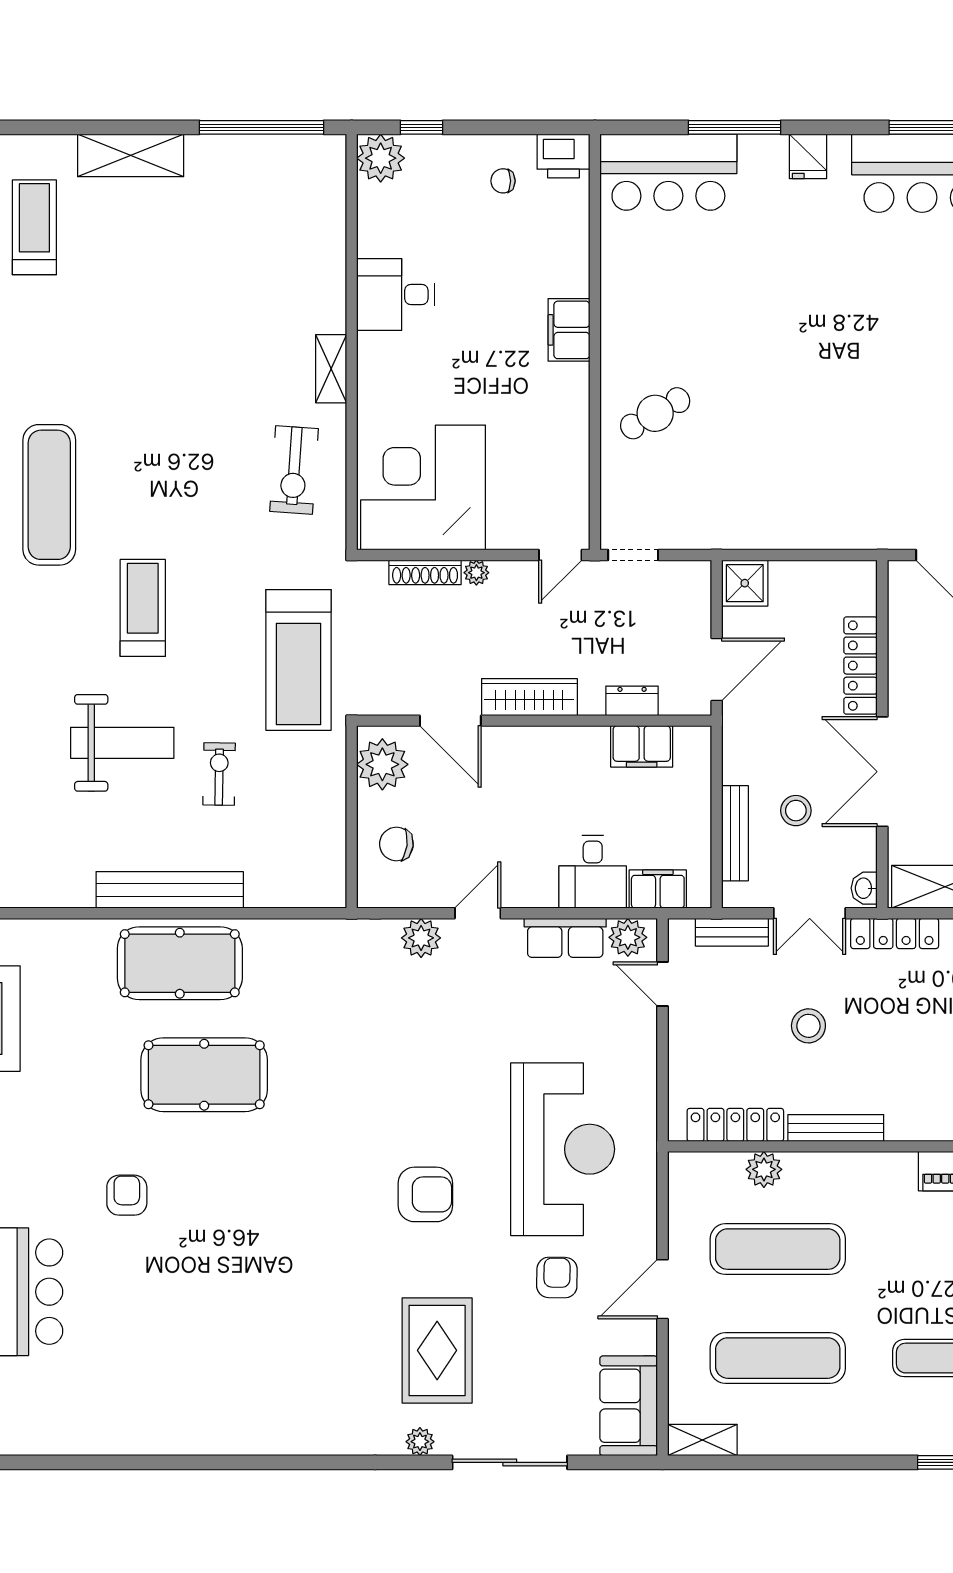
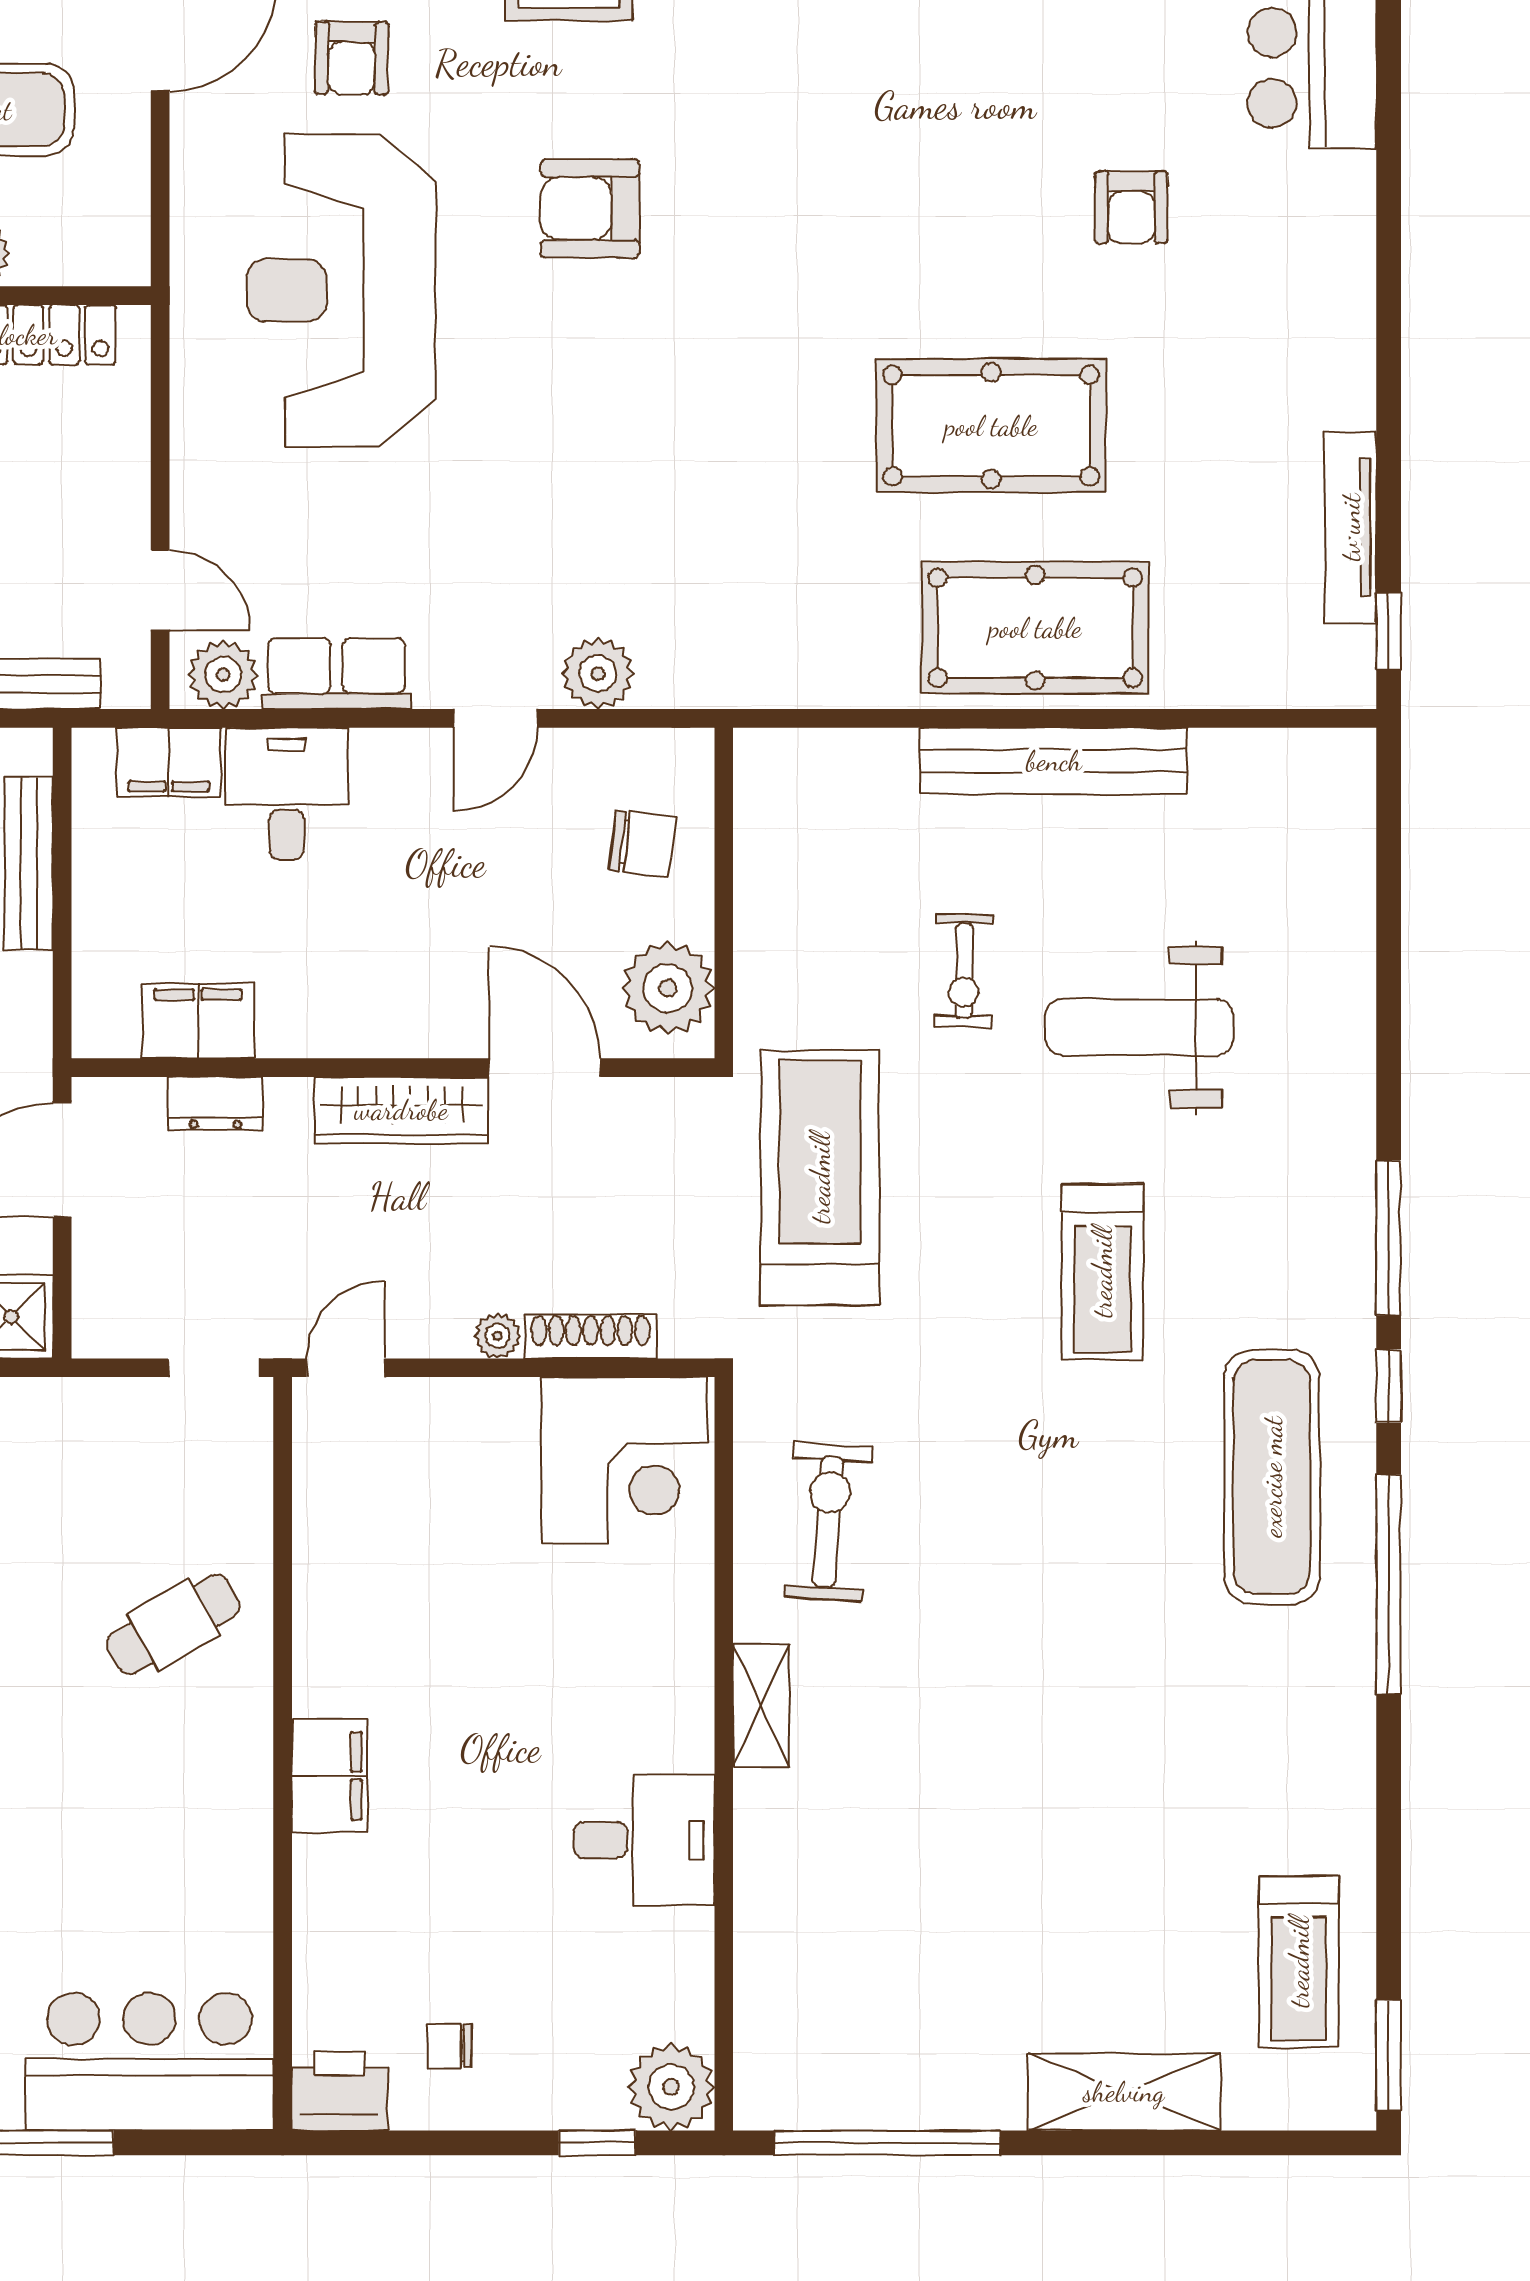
chair: (503, 181) -> (449, 2046), turned 180
corner desk: (423, 488) -> (624, 1460), width x0.74, depth x0.74

